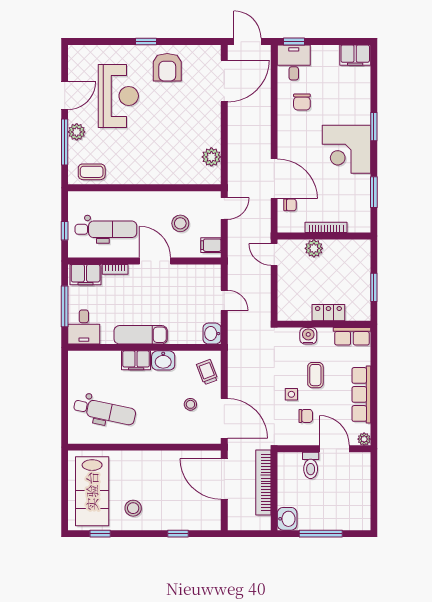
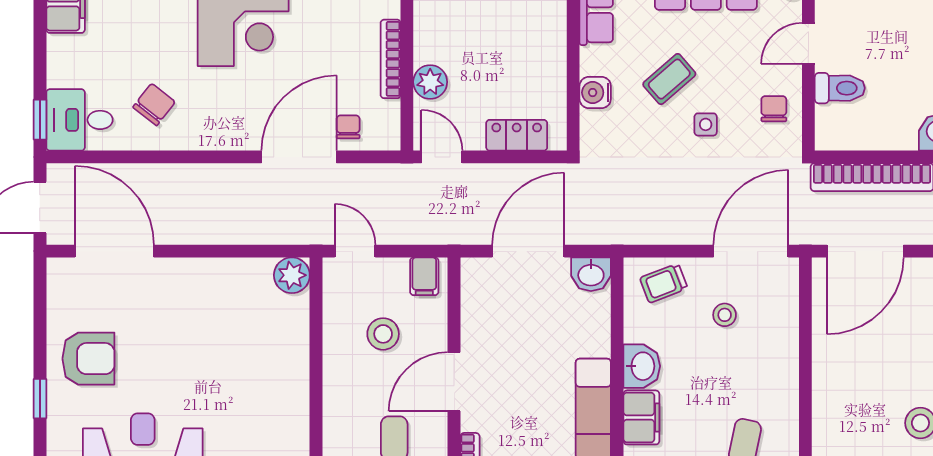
chair: (302, 102) -> (154, 105), turned -52
plant: (211, 157) -> (292, 275), moved
door: (274, 254) -> (442, 157), swing flipped
door: (224, 300) -> (528, 251), width x1.88
locker: (328, 313) -> (517, 135), moved, turned 90
coffee table: (315, 375) -> (669, 79), turned -41
chair: (306, 416) -> (774, 109), moved
door: (334, 449) -> (808, 43), width x0.73

